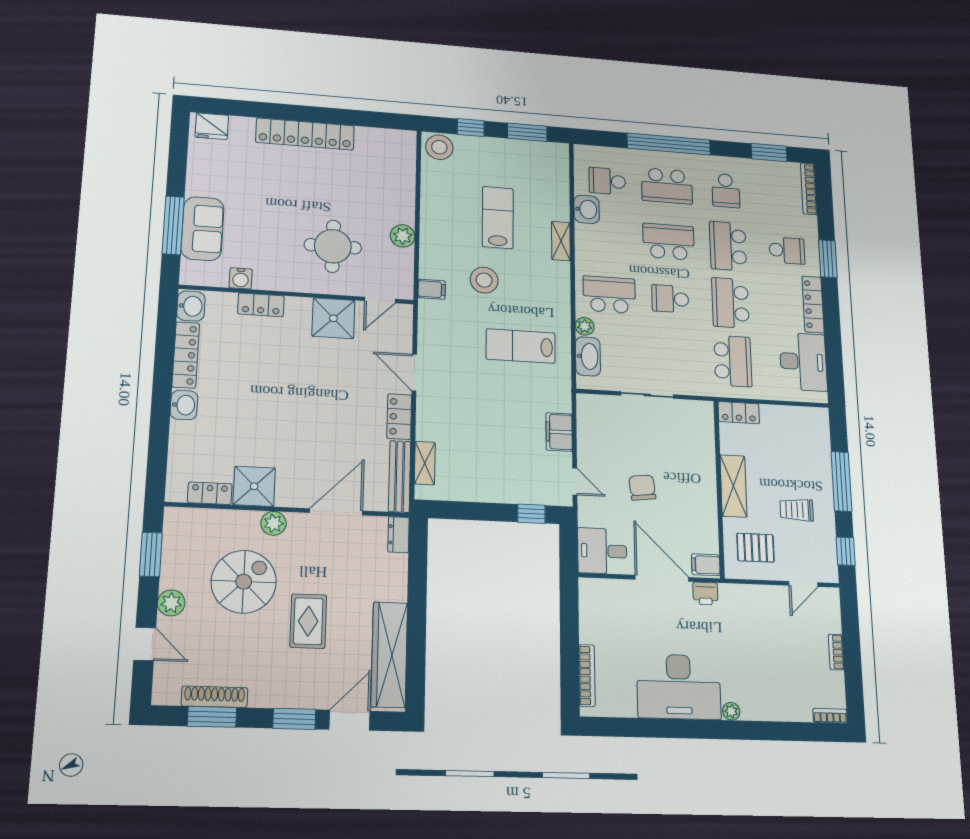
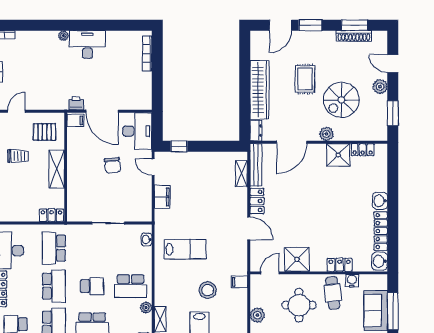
cafe table: (275, 261) -> (333, 293), added
plant: (585, 326) -> (146, 308), moved
washbasin: (588, 356) -> (147, 240), width x0.52, depth x0.69
desk: (602, 551) -> (137, 131), width x1.37
wardrobe: (389, 655) -> (260, 90), moved
desk: (679, 687) -> (87, 45), width x0.73, depth x0.77

